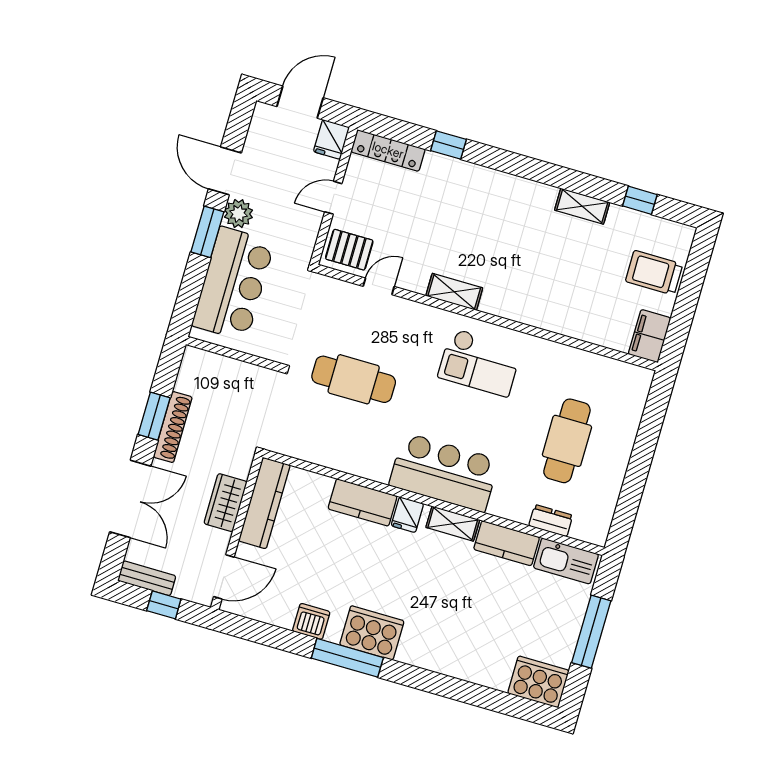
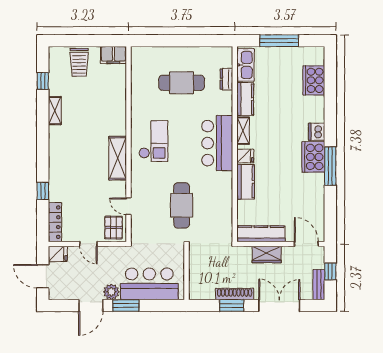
shelving: (454, 292) -> (118, 158), width x1.50, depth x1.33
dishwasher: (311, 621) -> (317, 132), moved
cooker: (538, 682) -> (314, 80), moved

